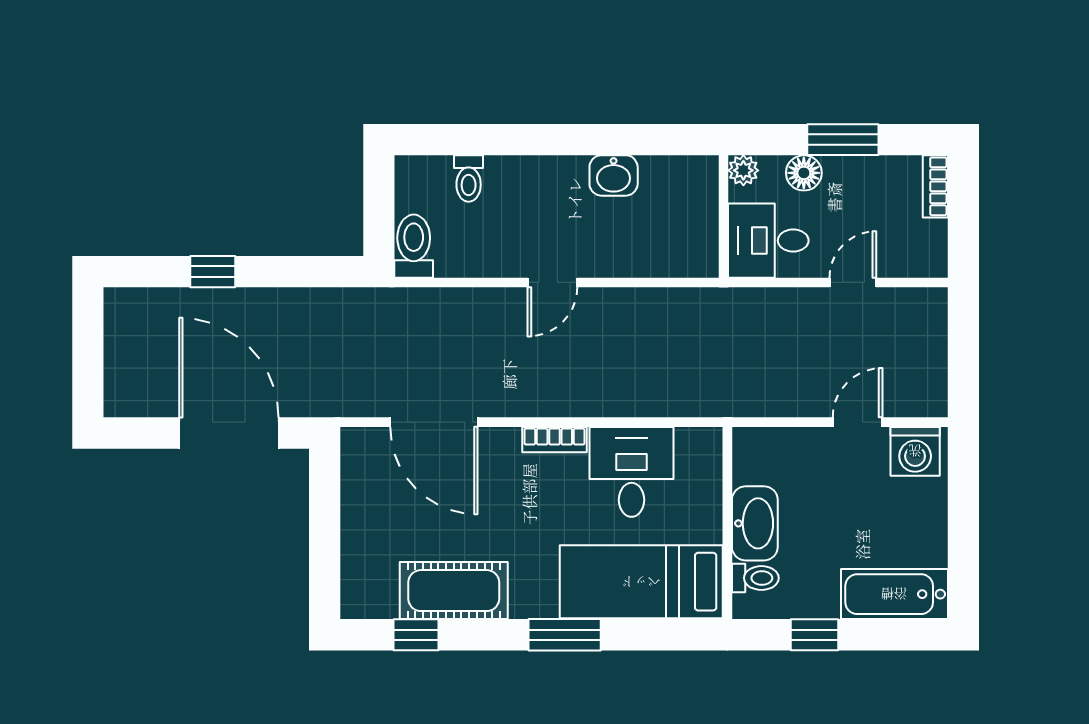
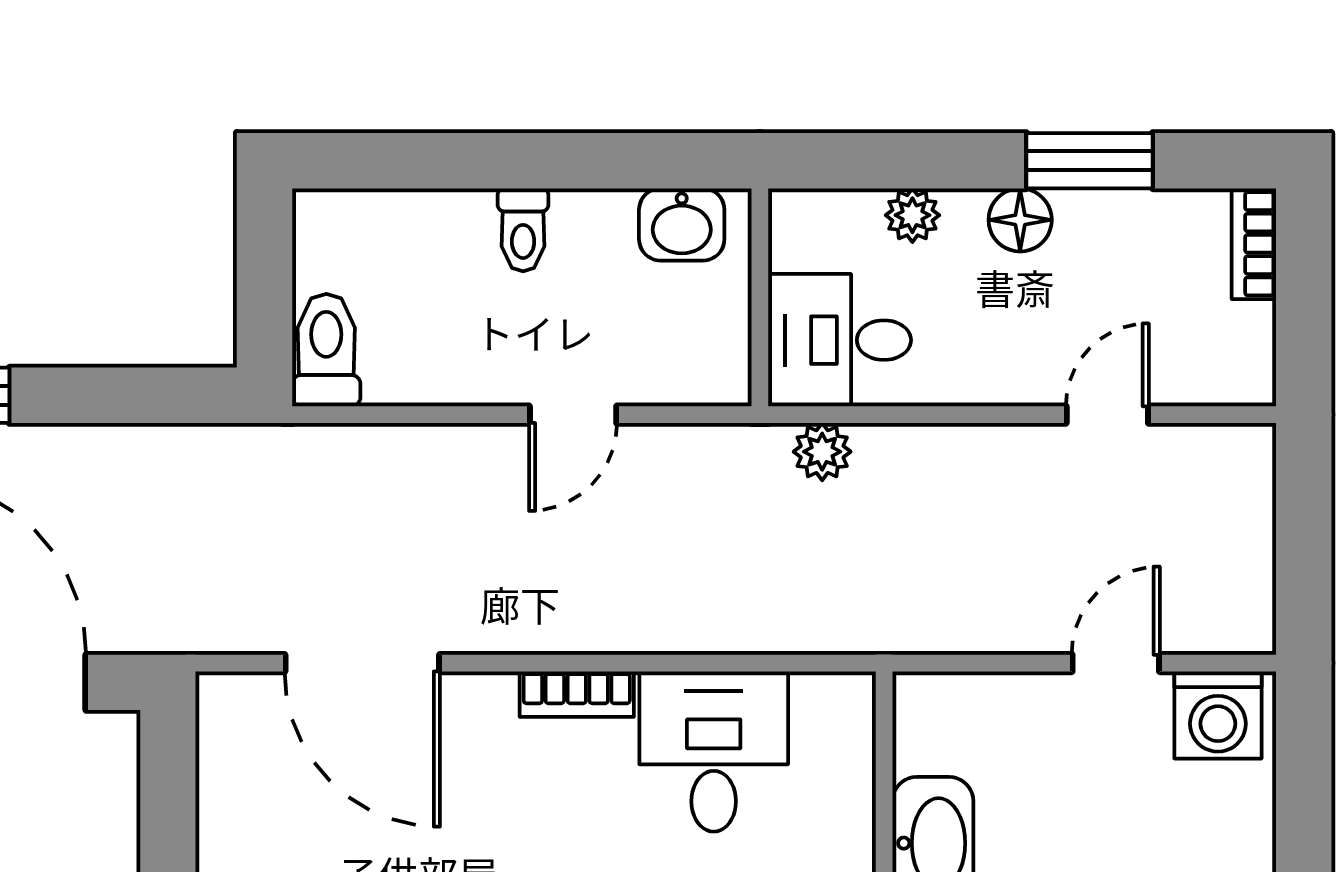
toilet: (469, 178) -> (523, 230), moved
wall: (723, 216) -> (760, 297), moved
desk: (768, 241) -> (840, 340), moved
plant: (692, 303) -> (822, 452), added

